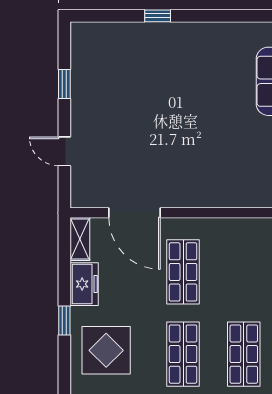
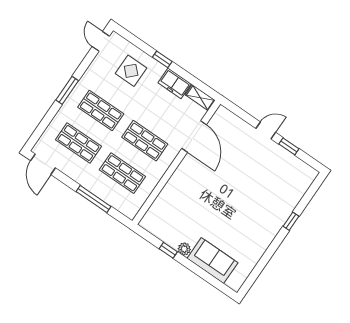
door: (64, 151) -> (266, 130), moved
door: (135, 213) -> (194, 136), swing flipped
shop shelf: (244, 272) -> (122, 173), added
display table: (106, 350) -> (131, 71), width x0.73, depth x0.73

